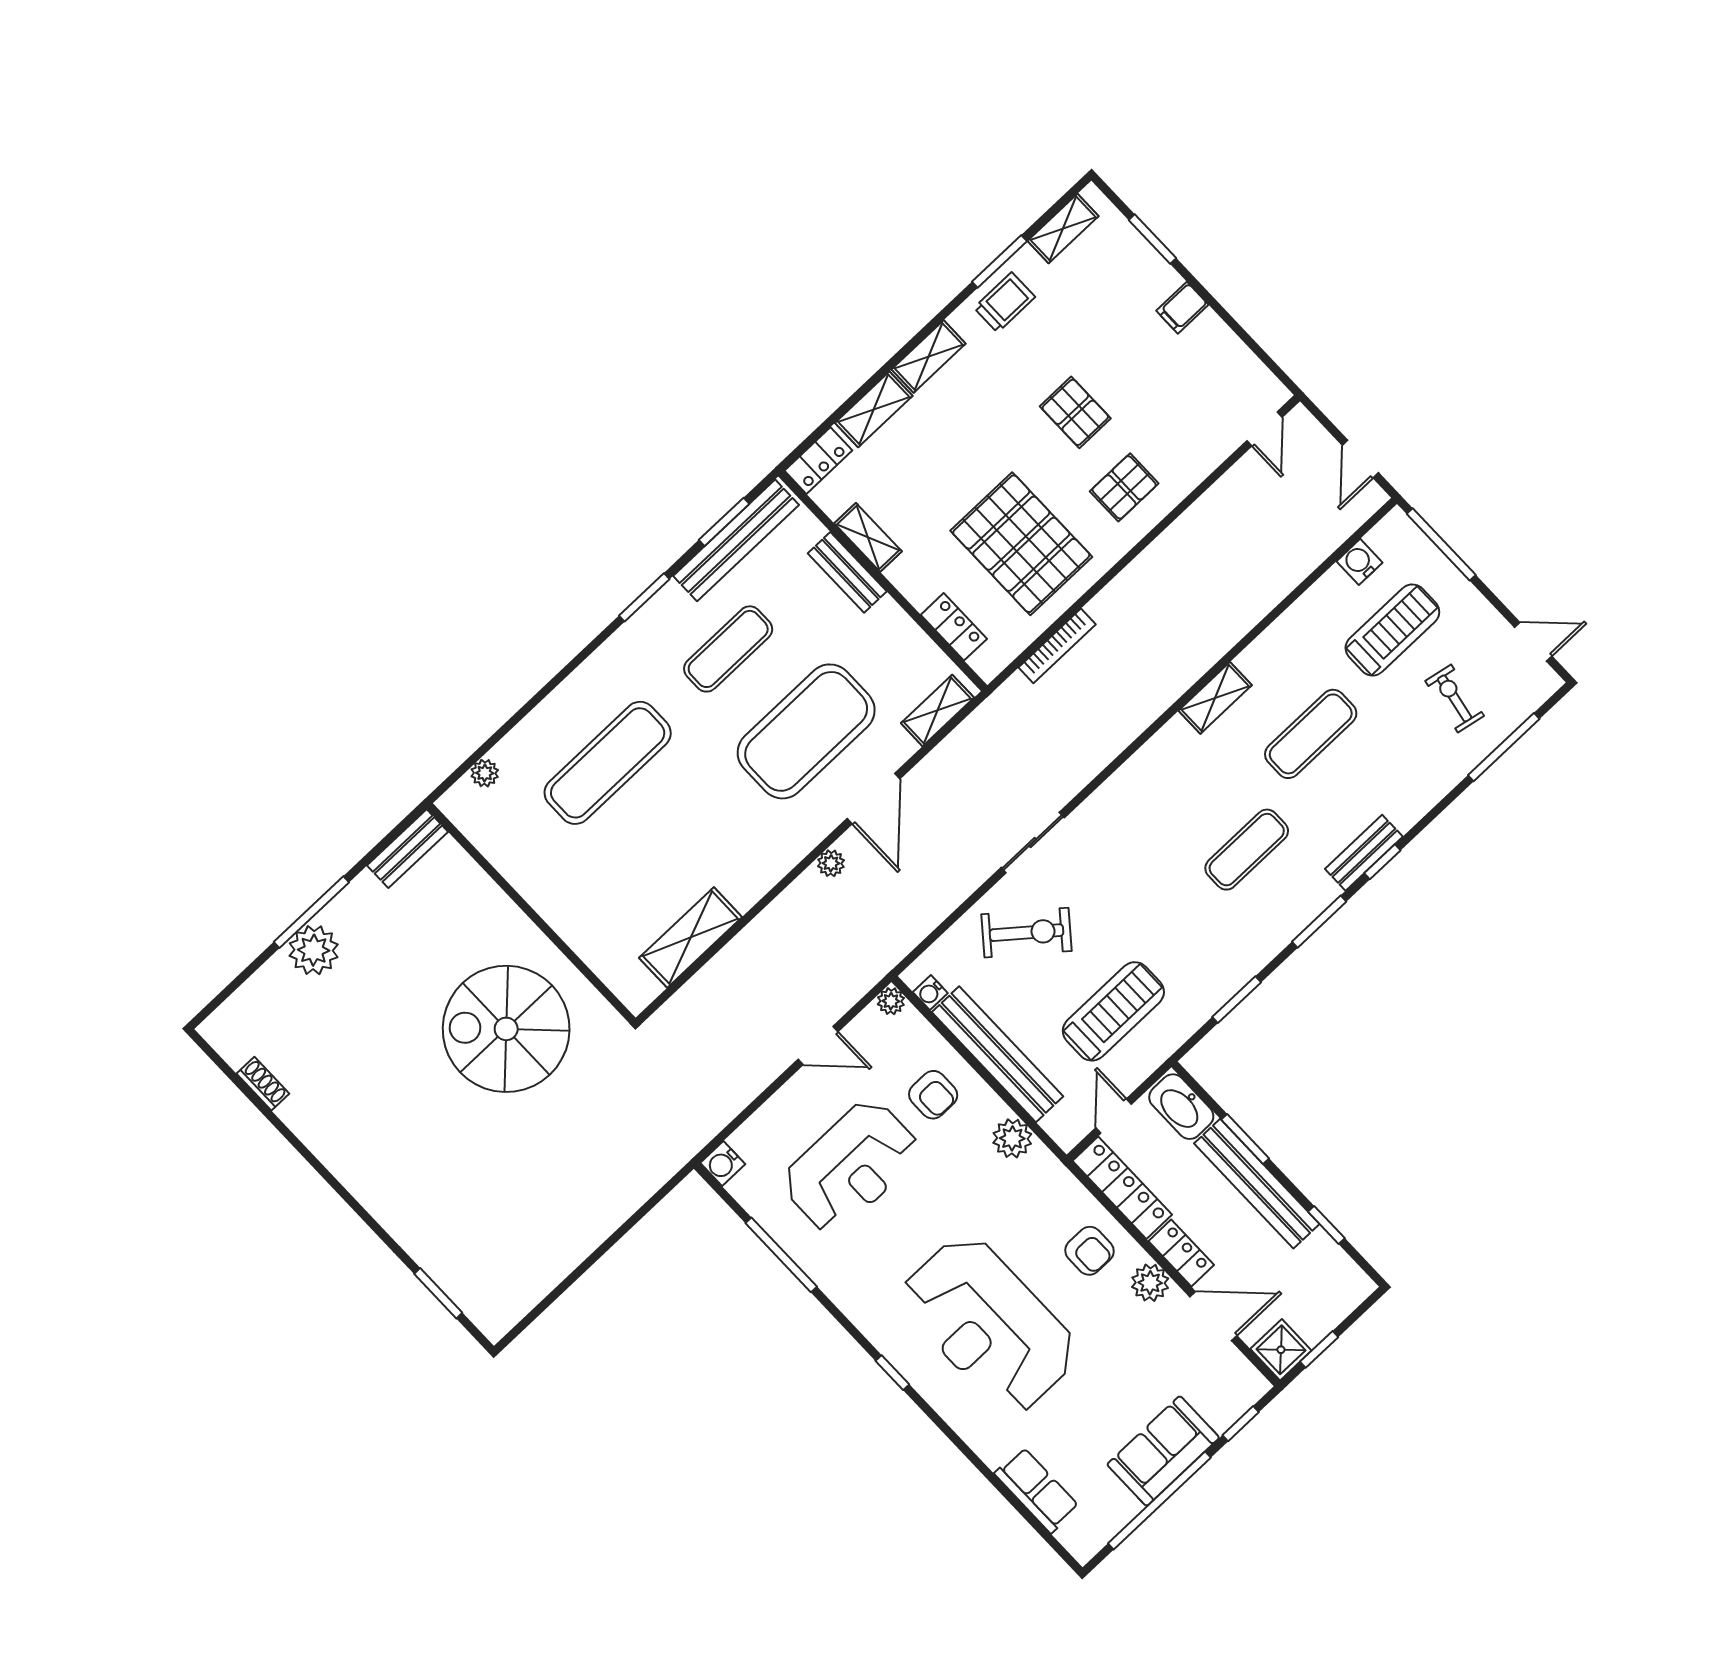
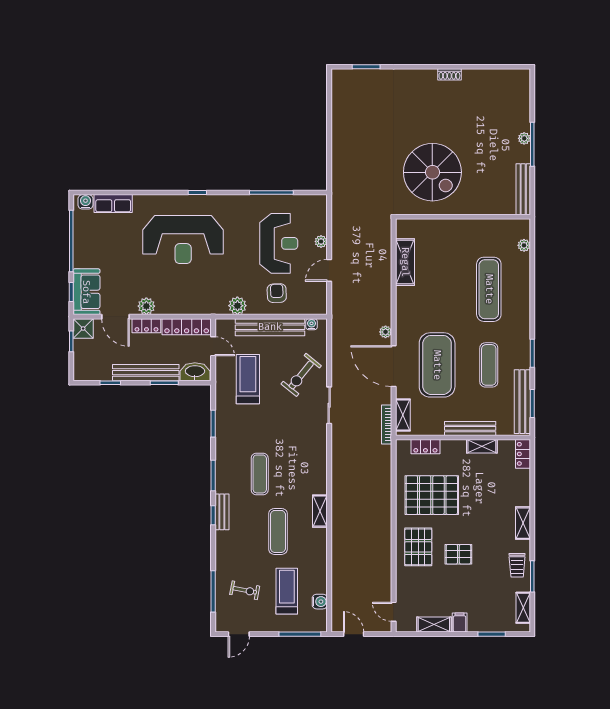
shelving: (874, 409) -> (434, 625), moved, turned 90
pallet: (1124, 487) -> (418, 547), width x1.50, depth x1.42
bench: (847, 572) -> (470, 428), width x1.36
treadmill: (1392, 630) -> (287, 591), turned 180
bookcase: (1057, 646) -> (387, 424), moved
door: (873, 799) -> (394, 366), width x1.36
bench: (408, 849) -> (523, 189), width x1.36
plant: (314, 950) -> (524, 138), width x0.53, depth x0.53
plant: (891, 1001) -> (321, 241), moved
treadmill: (1113, 1011) -> (248, 379), turned 180
spiral stairs: (506, 1029) -> (432, 172), turned 90
shoe rack: (263, 1084) -> (449, 74), moved
armchair: (933, 1095) -> (277, 293), turned 88
water cooler: (723, 1164) -> (86, 202), moved
reception desk: (851, 1166) -> (279, 243), turned 180
armchair: (1089, 1251) -> (176, 296), removed
door: (1213, 1316) -> (115, 317), hinge flipped
reception desk: (989, 1325) -> (183, 240), turned 180
sofa: (1163, 1451) -> (86, 292), moved

